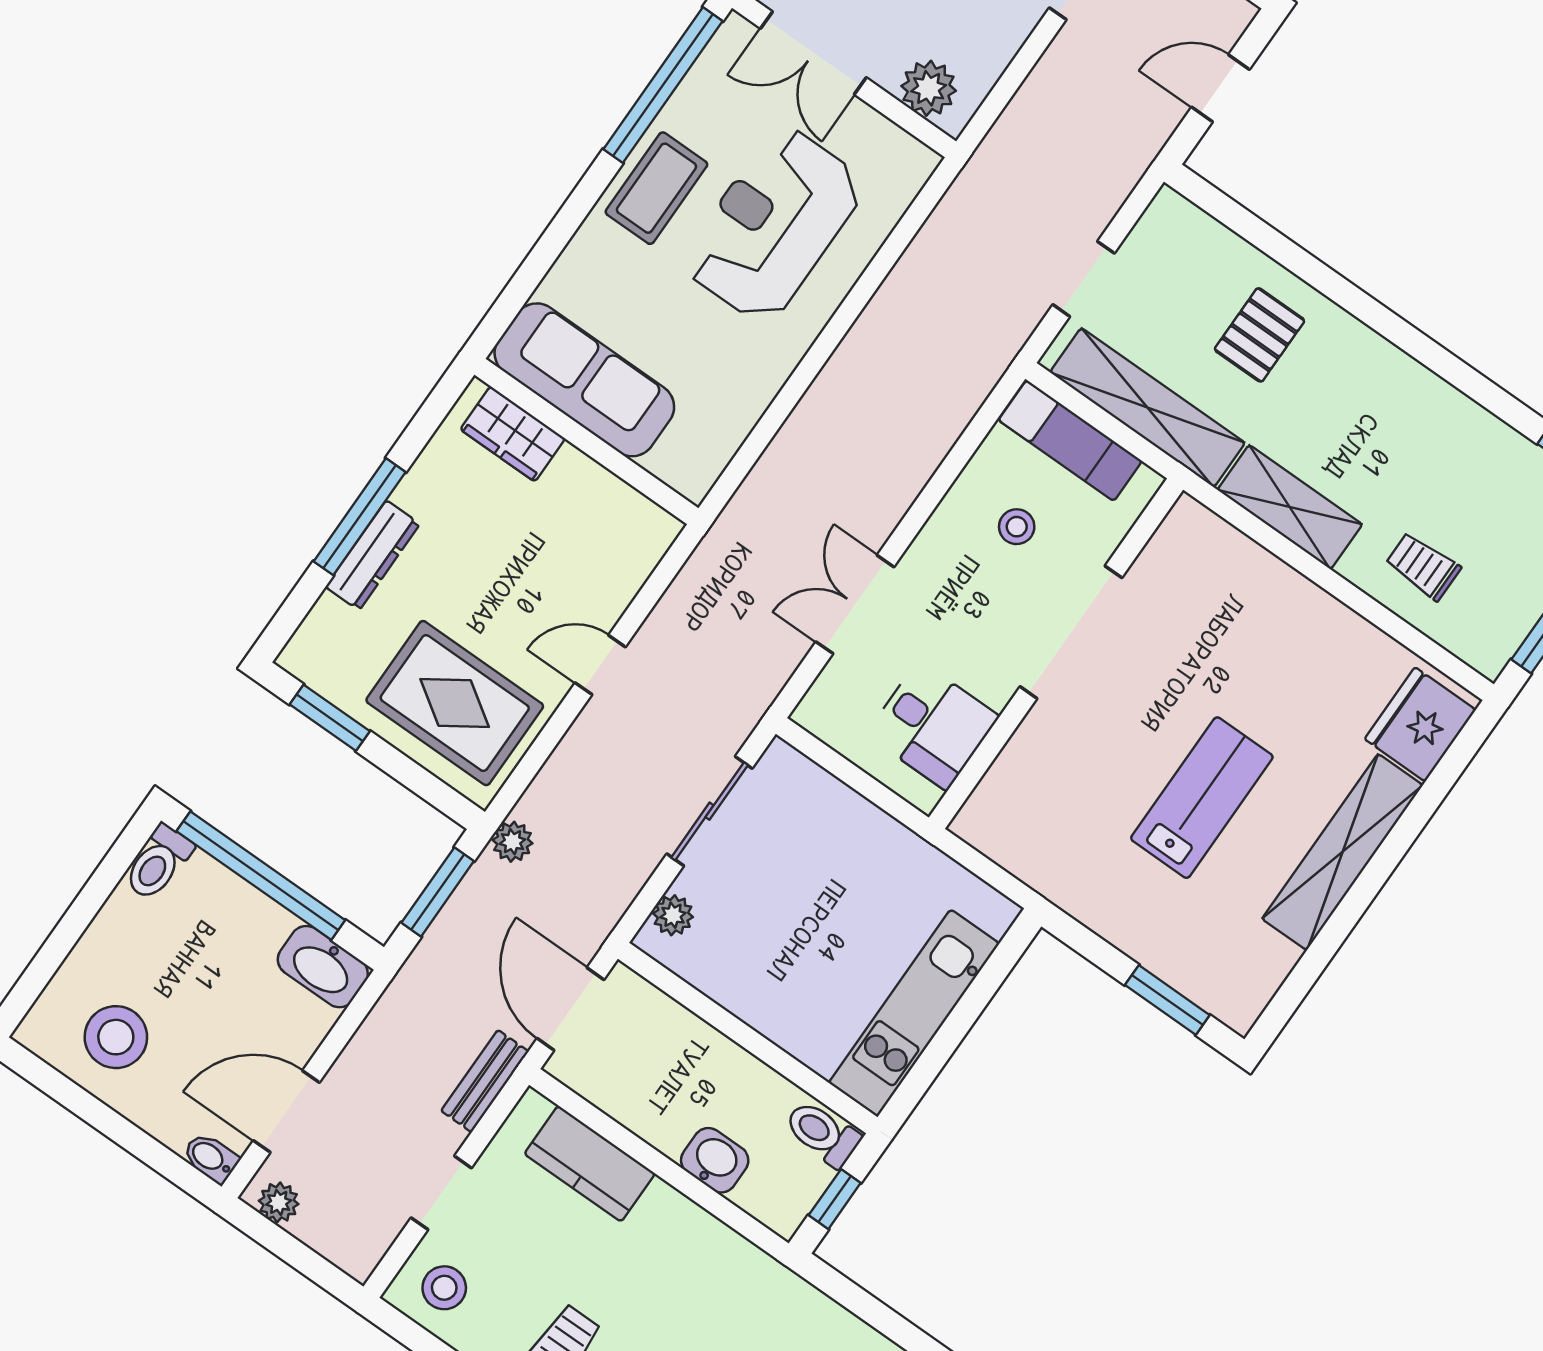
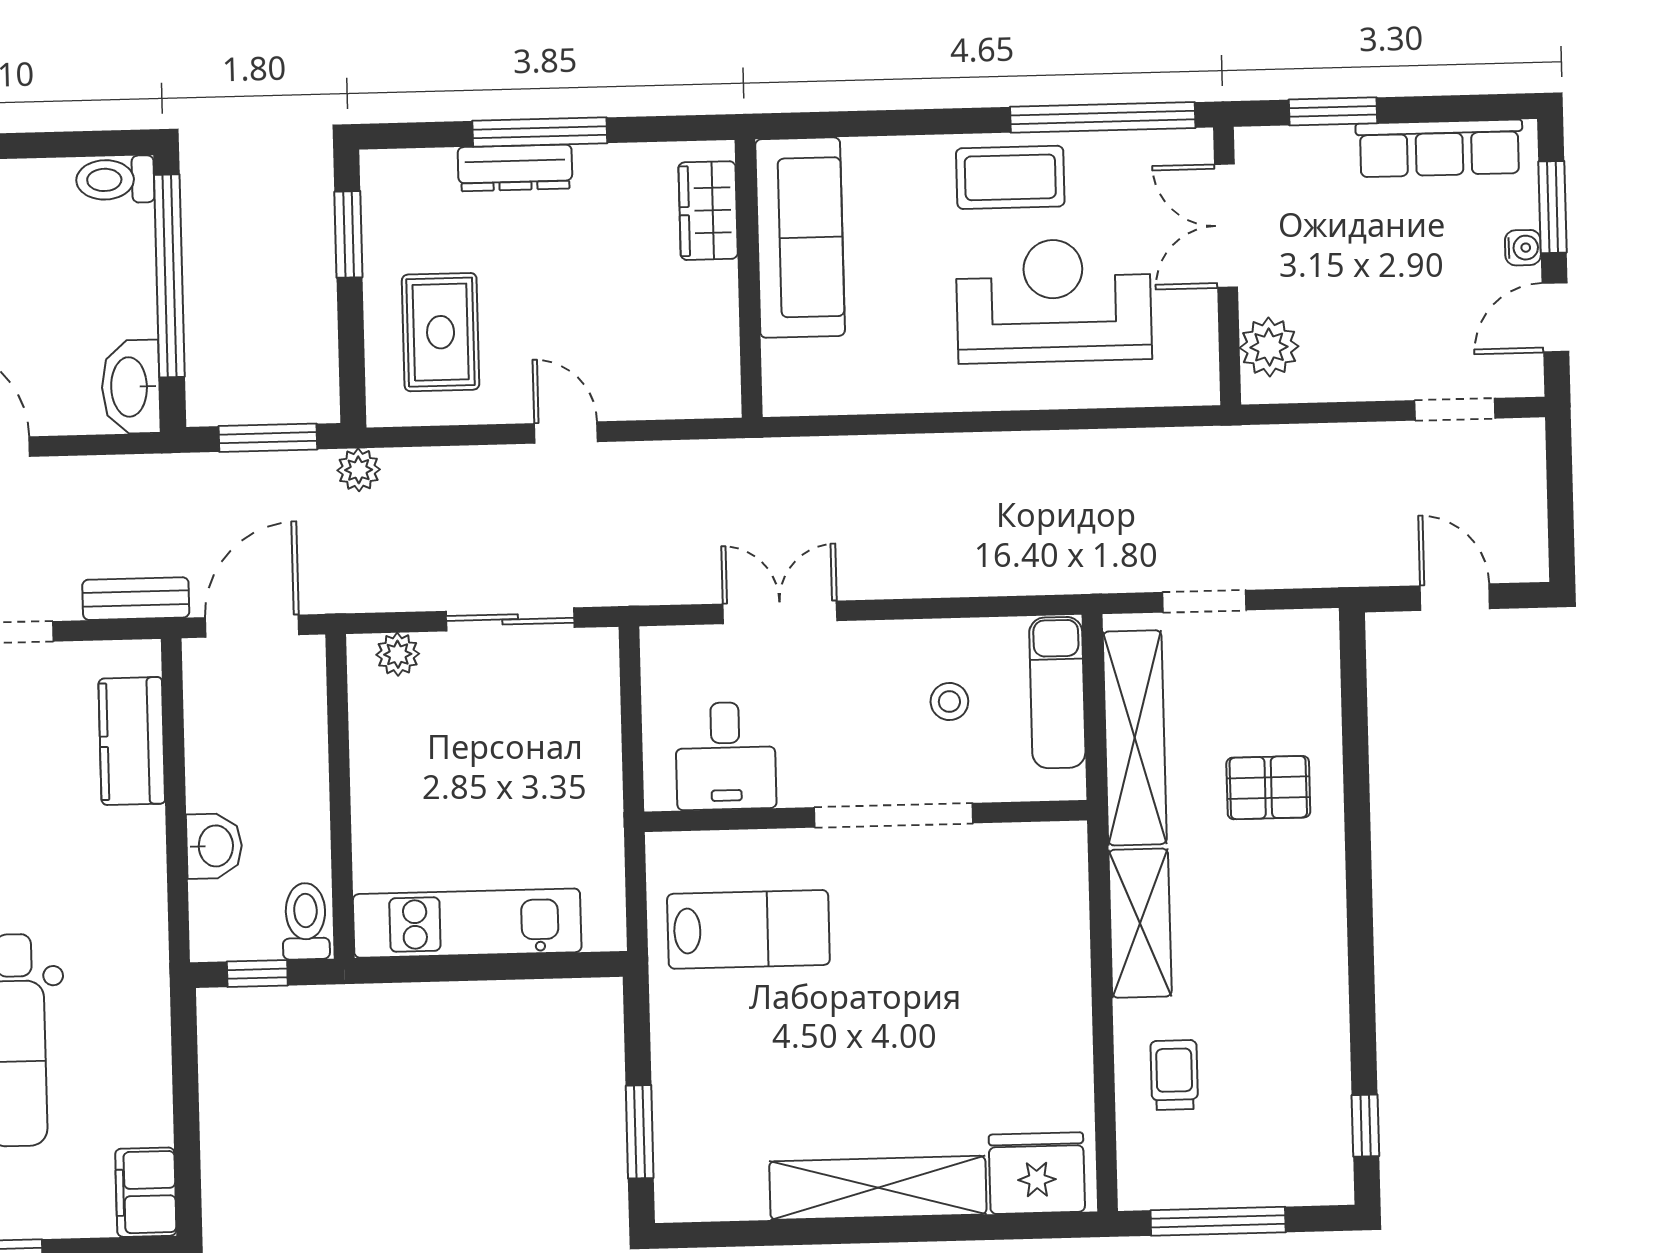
rug: (455, 703) -> (441, 332), width x0.73, depth x0.70
lab bench: (1202, 798) -> (748, 929), moved

